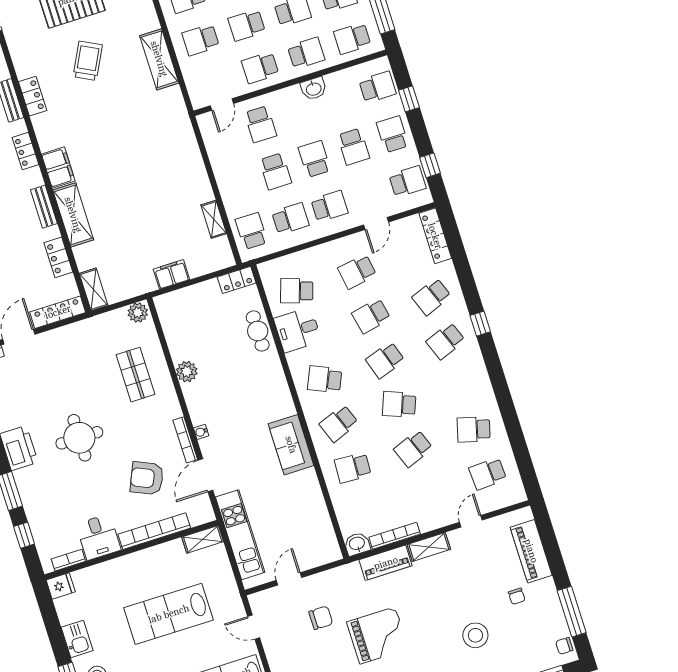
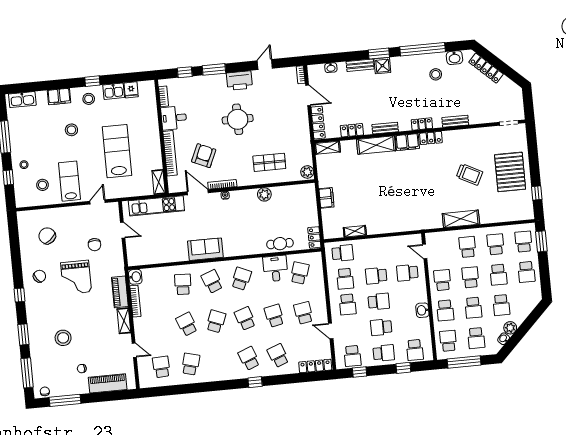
locker: (33, 96) -> (431, 138), moved
fridge: (61, 586) -> (131, 90), moved

